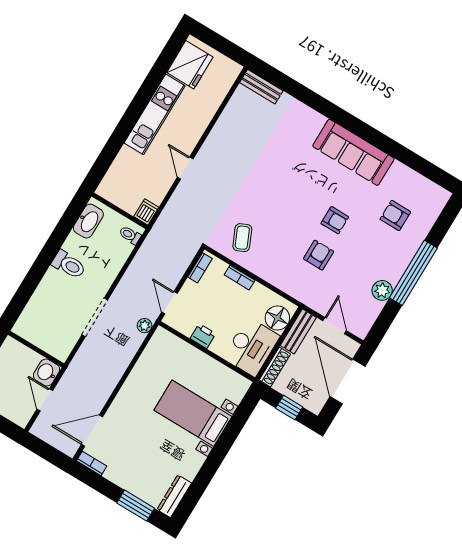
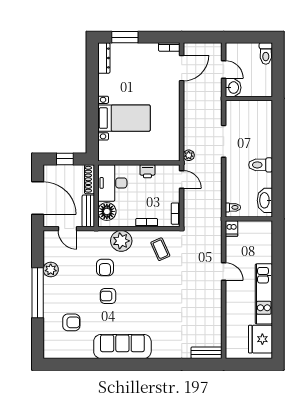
plant: (281, 274) -> (121, 241), added

